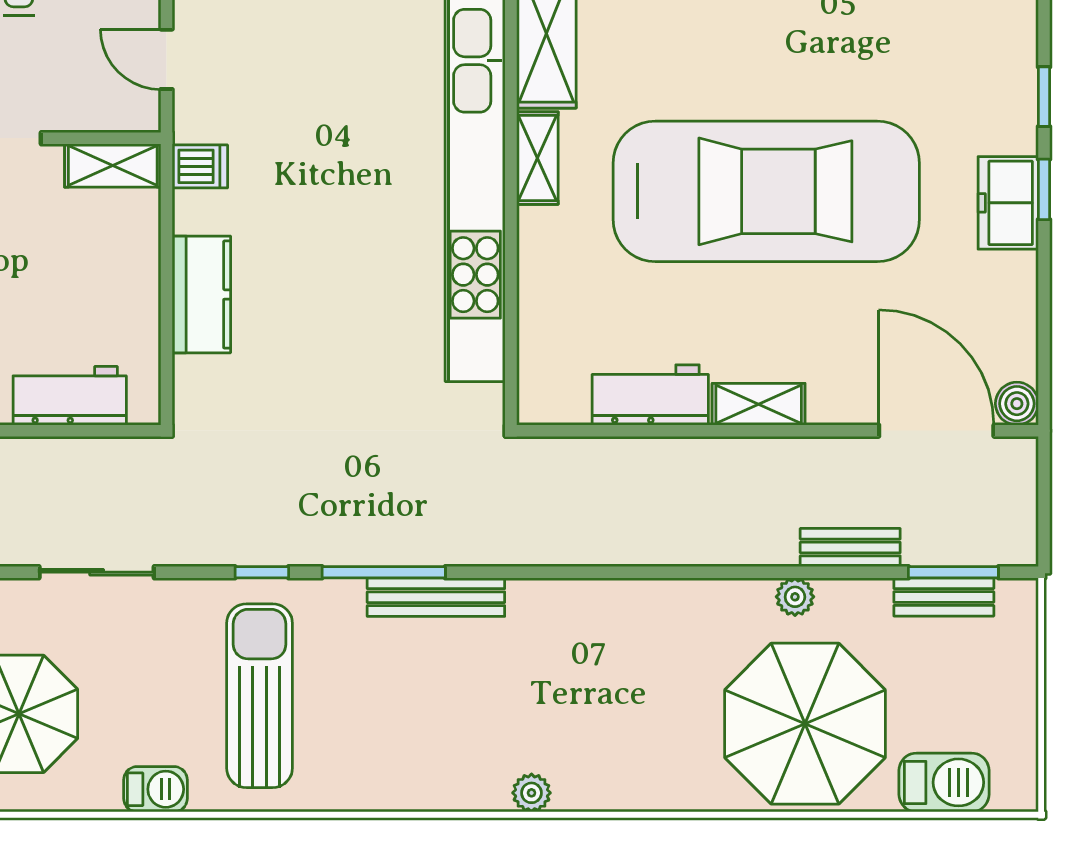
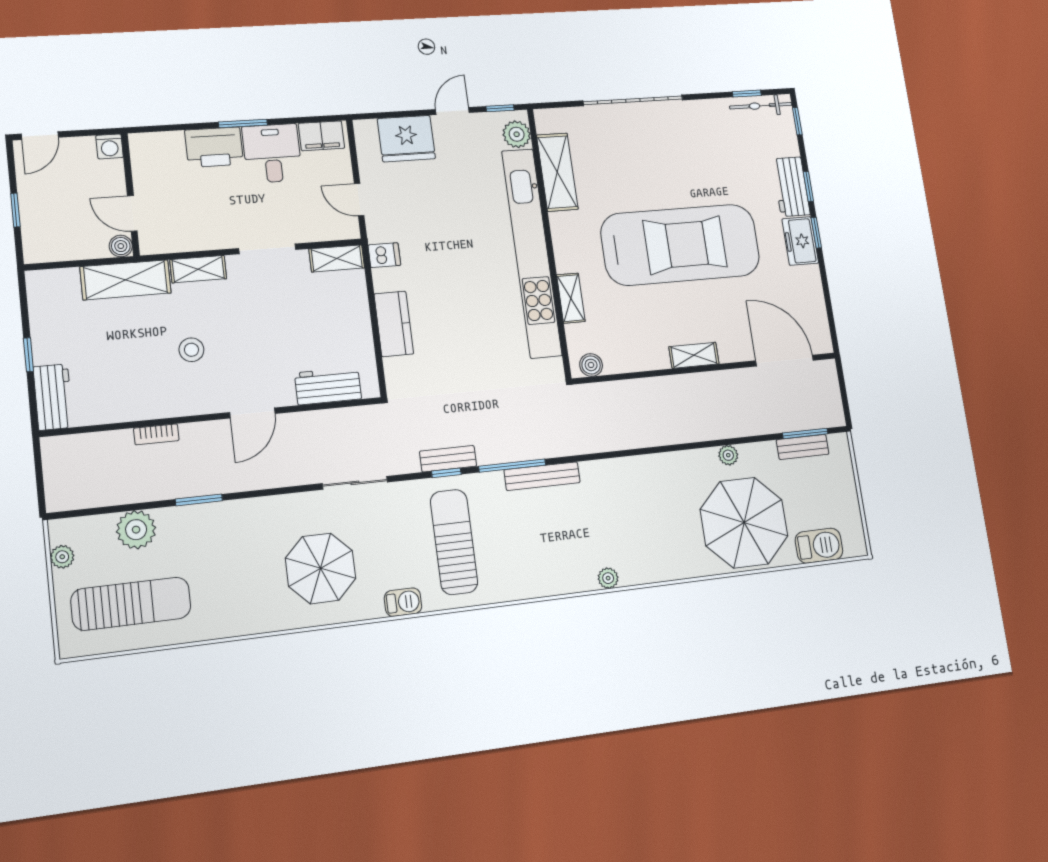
shelving: (537, 158) -> (571, 298), moved
workbench: (650, 395) -> (791, 187), moved, turned -90
boiler: (1017, 404) -> (591, 365), moved
bench: (850, 547) -> (448, 459), moved

